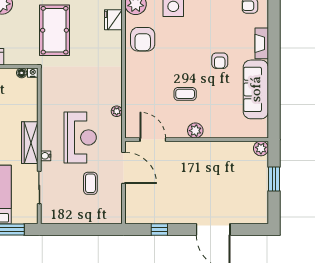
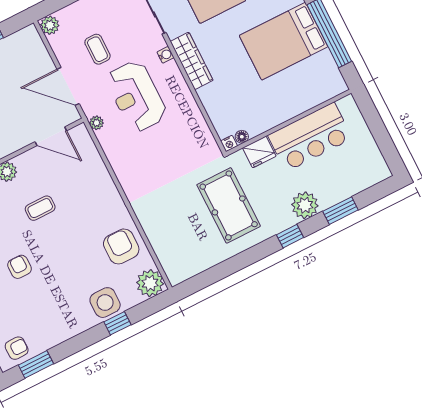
fridge: (113, 20) -> (259, 152), moved, turned 90
plant: (117, 111) -> (96, 123), moved
plant: (115, 216) -> (50, 25), added

